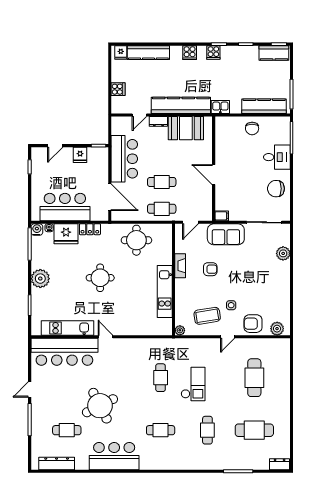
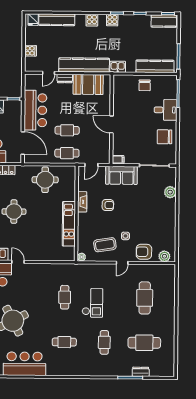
dresser: (280, 464) -> (141, 372), moved

